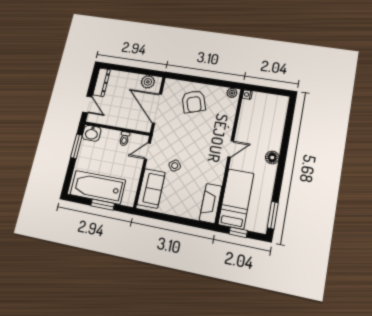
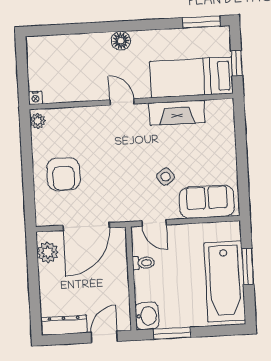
armchair: (194, 102) -> (63, 174), turned 109
fireplace: (211, 203) -> (177, 113), moved

